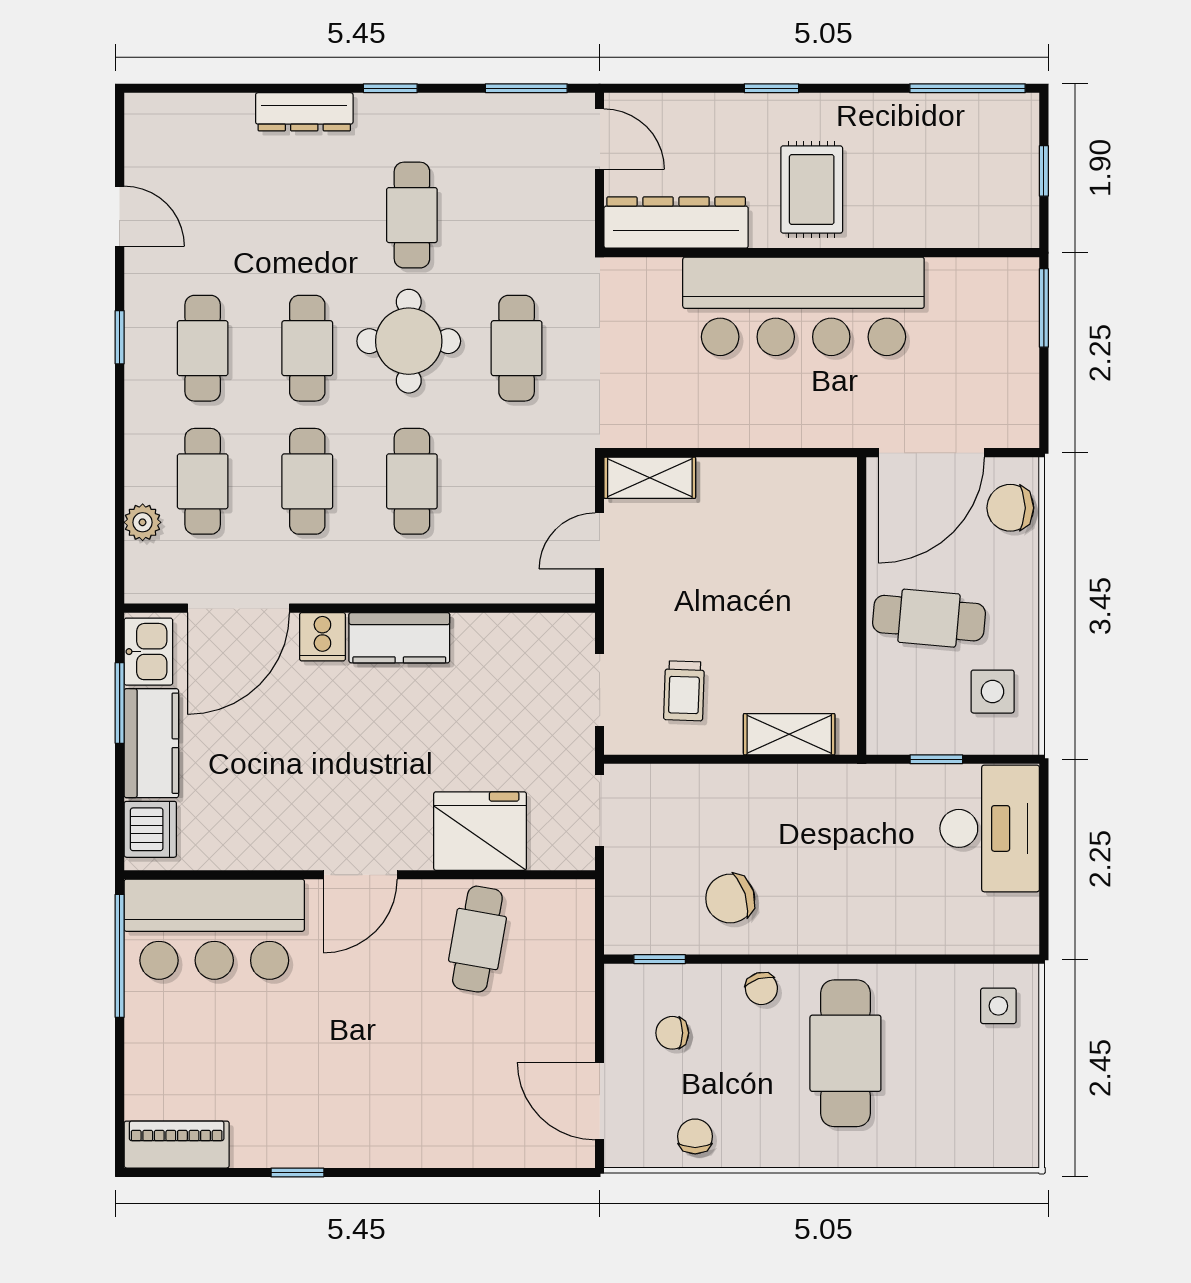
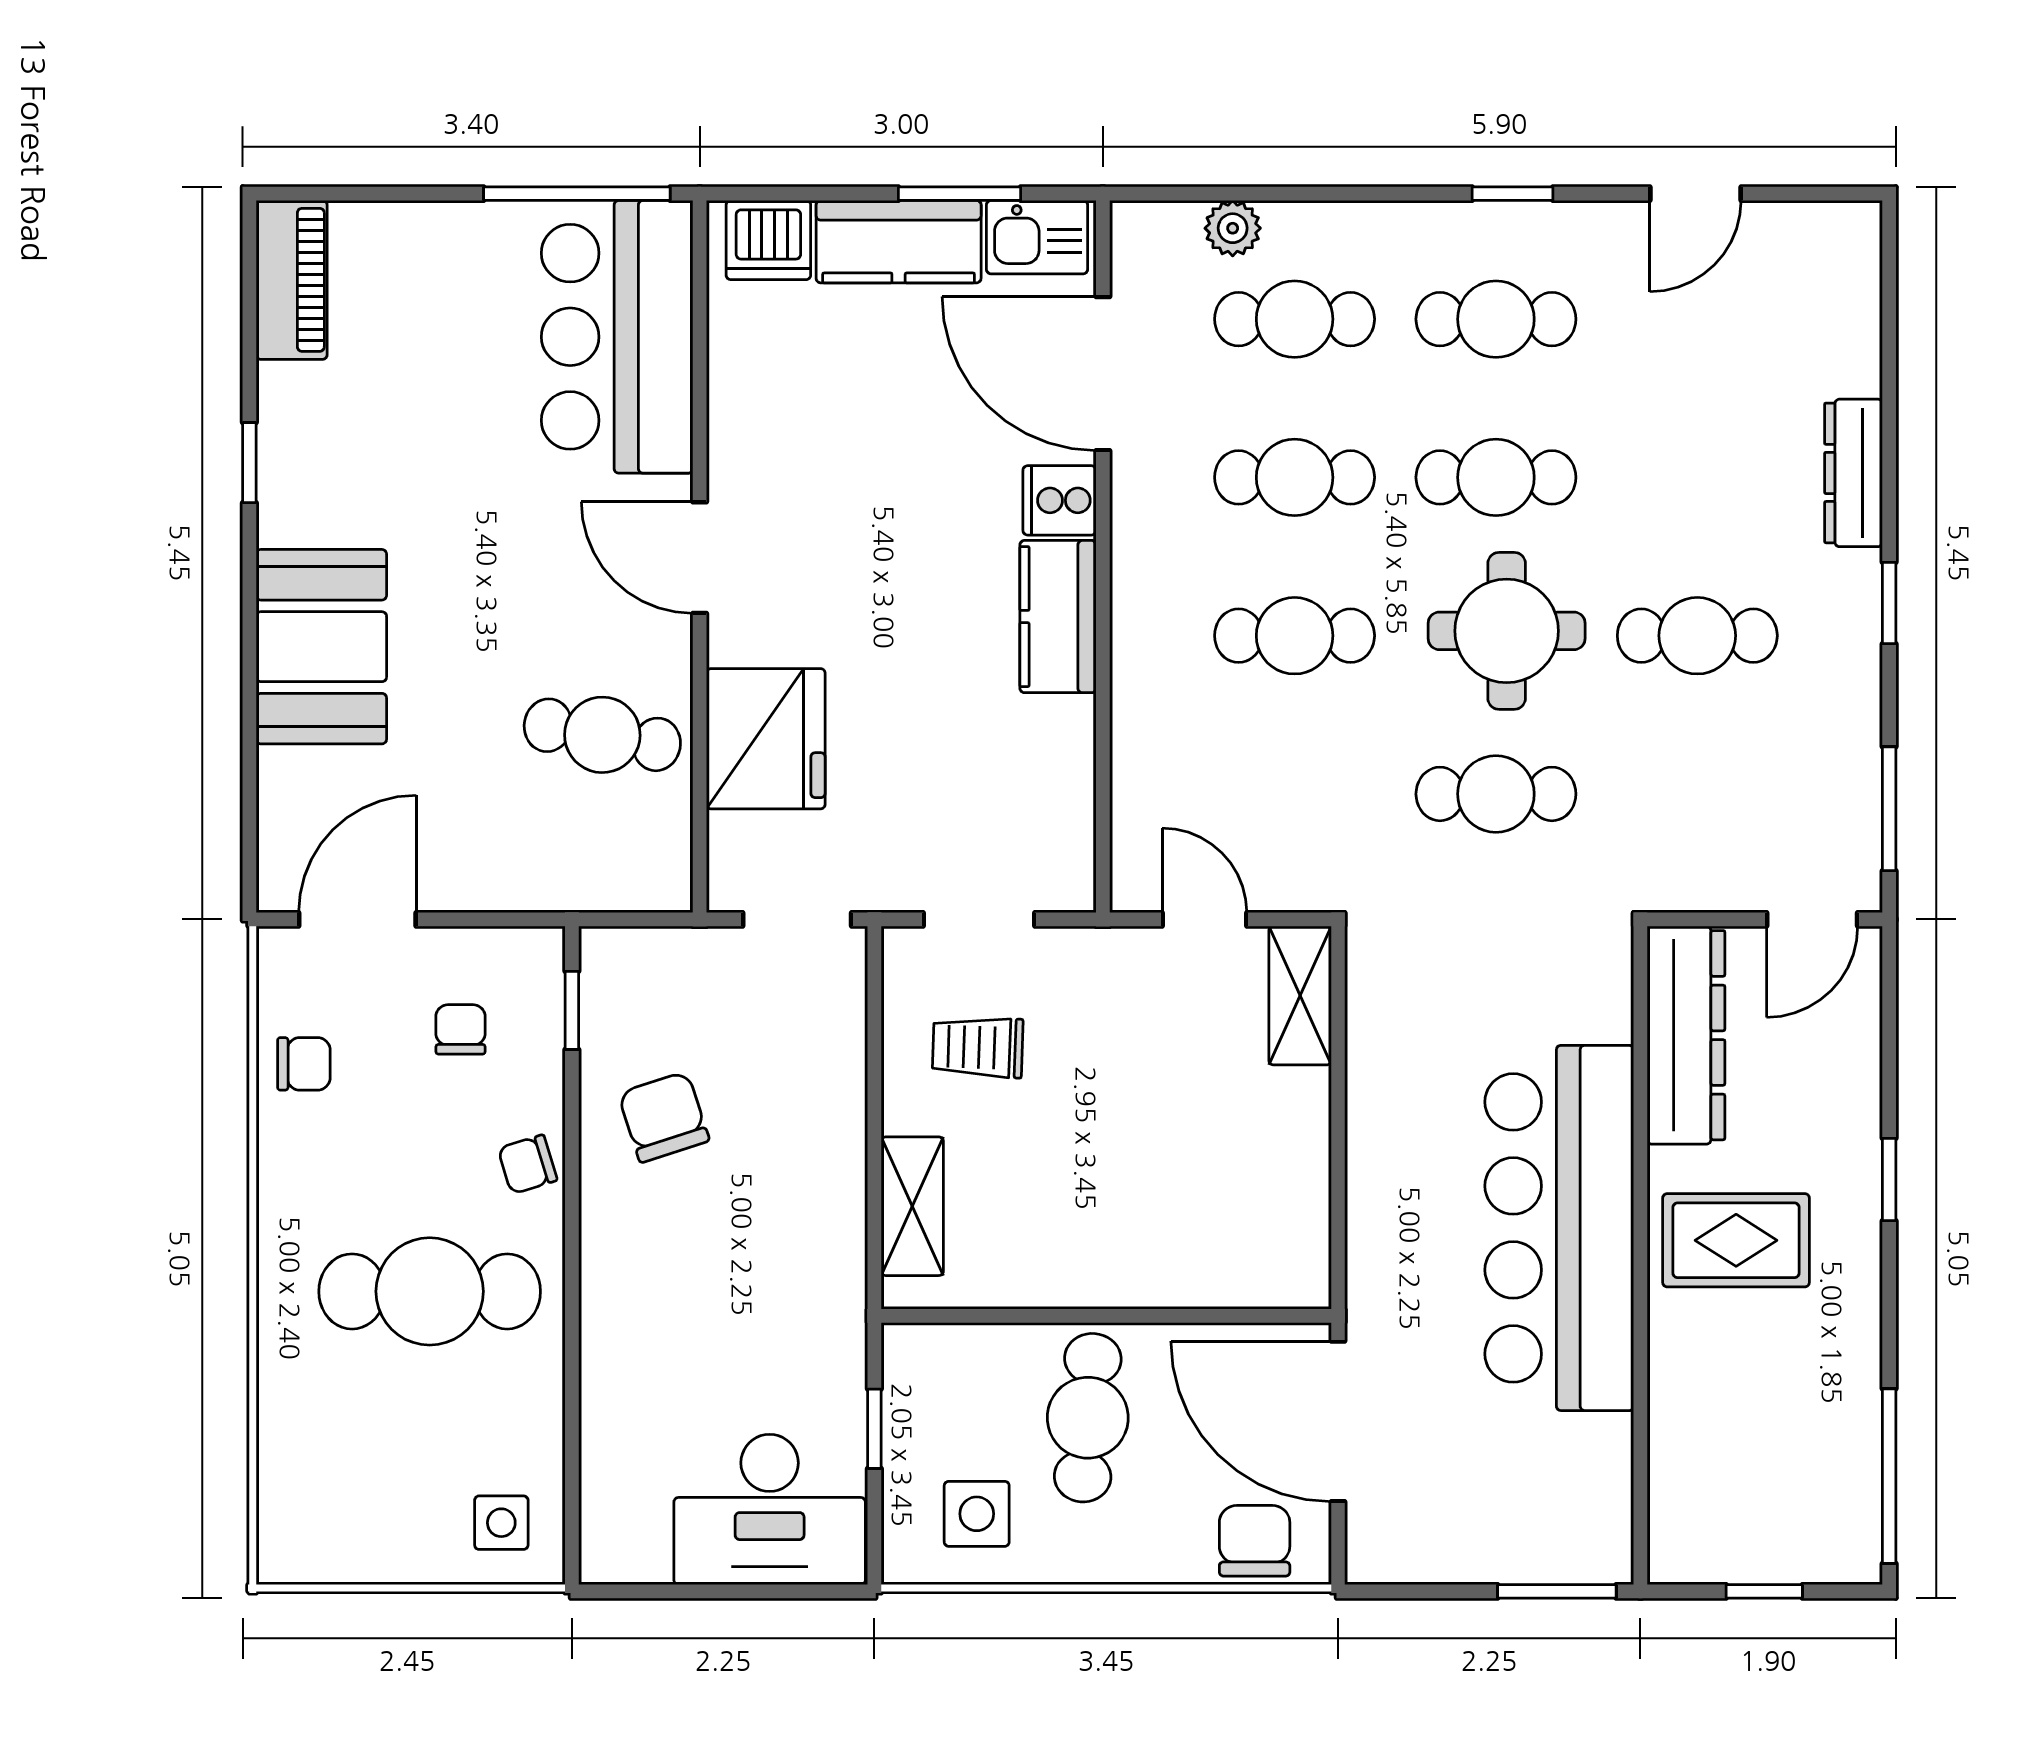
booth: (419, 1125) -> (321, 647), added

